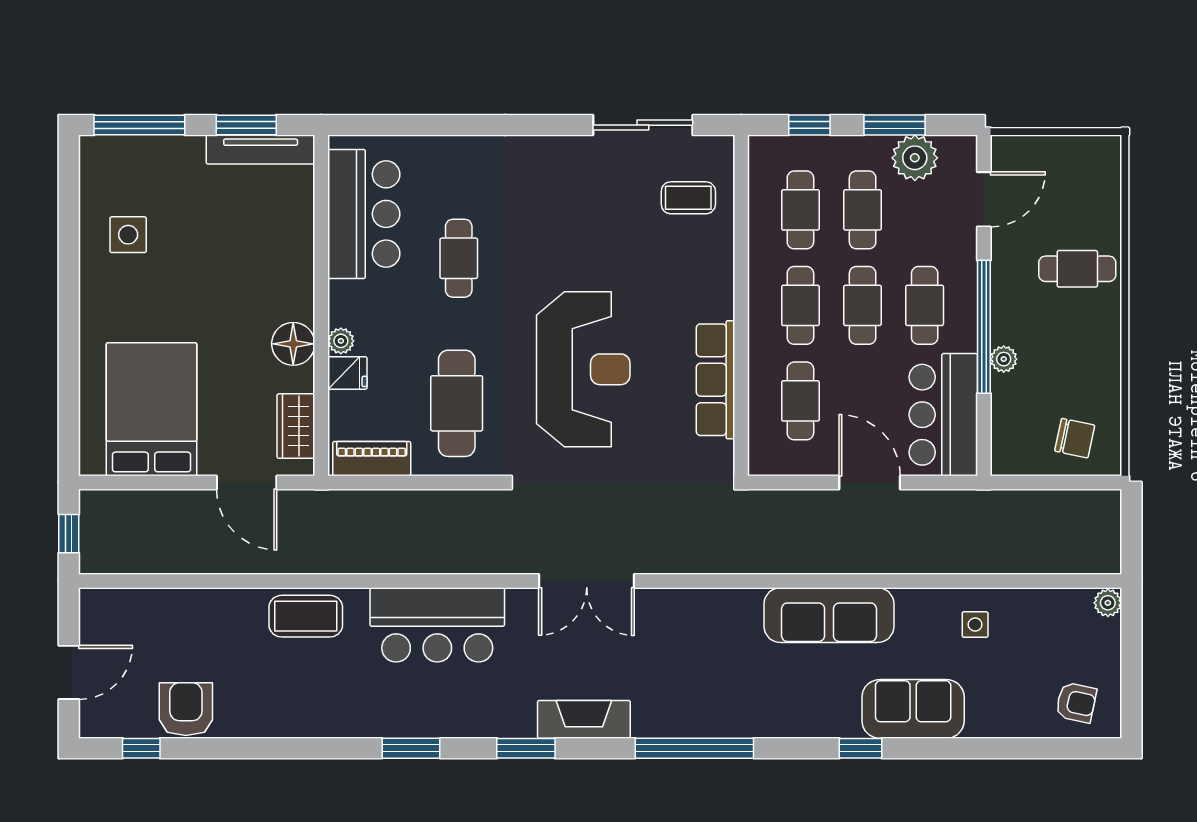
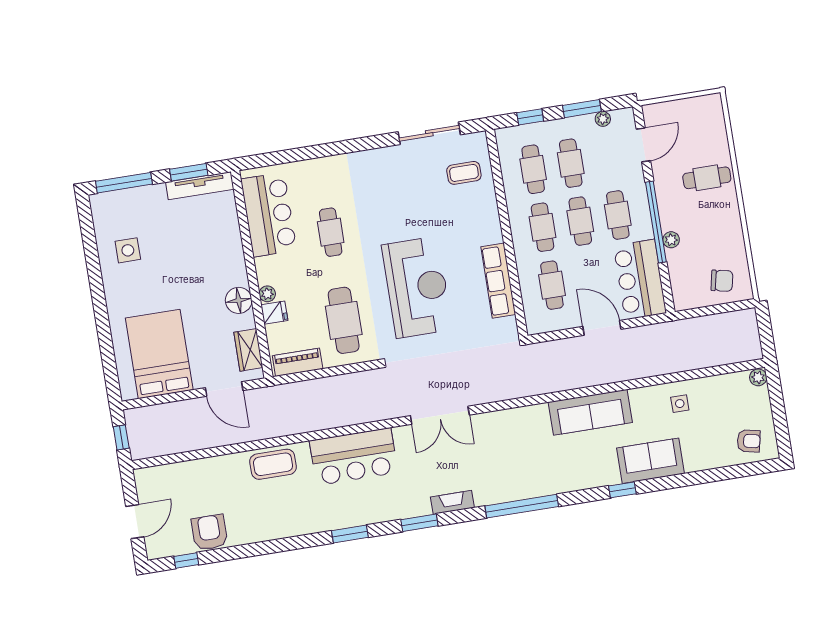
plant: (915, 158) -> (603, 119), width x0.53, depth x0.53
fireplace: (584, 719) -> (452, 502), width x0.73, depth x0.76

